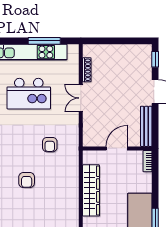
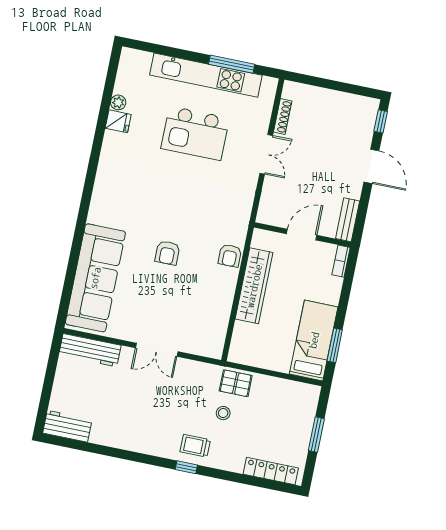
double door: (81, 98) -> (266, 154), swing flipped
bench: (146, 126) -> (348, 220), width x0.73
armchair: (50, 145) -> (230, 256), moved

